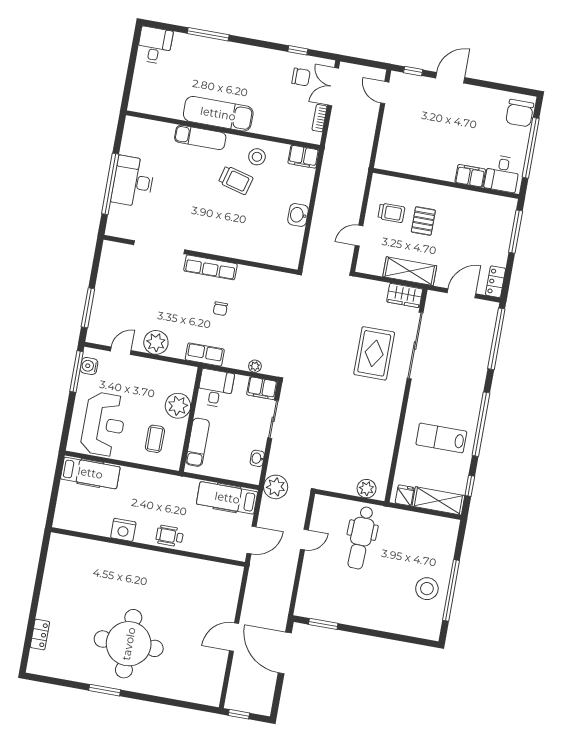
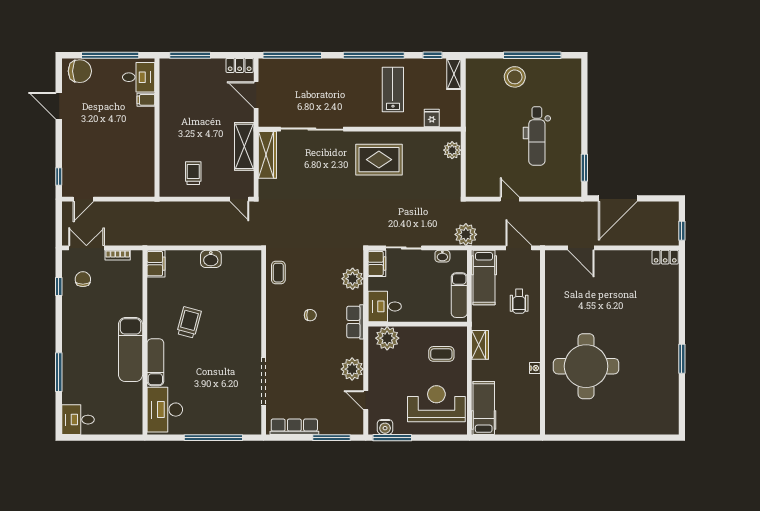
door: (450, 78) -> (59, 106), moved
double door: (333, 87) -> (86, 248), swing flipped
stool: (257, 157) -> (164, 307), removed
filing cabinet: (470, 176) -> (146, 100), width x0.50
desk: (133, 182) -> (165, 410), moved, turned 90
pallet: (423, 221) -> (196, 142), removed
door: (359, 236) -> (239, 199), moved
row of seats: (211, 267) -> (294, 427), moved, turned -90
coffee table: (271, 283) -> (278, 273), added
wardrobe: (405, 295) -> (267, 155), width x1.50
rug: (374, 353) -> (379, 160), moved
plant: (255, 366) -> (353, 279), width x1.88, depth x1.88
plant: (178, 406) -> (387, 338), moved
lab bench: (441, 438) -> (393, 90), turned 180
exam couch: (198, 442) -> (459, 295), moved, turned -90
wardrobe: (157, 481) -> (480, 345), added
fridge: (405, 495) -> (432, 118), moved, turned 90
shelving: (438, 501) -> (454, 74), width x0.67, depth x0.75
nightstand: (123, 530) -> (535, 368), width x0.53, depth x0.56
wheelchair: (170, 536) -> (519, 301), moved
dental chair: (361, 538) -> (537, 136), moved, turned 88
stool: (427, 589) -> (515, 77), moved
locker: (40, 635) -> (665, 257), moved, turned 180
door: (234, 637) -> (581, 248), moved
round table: (129, 644) -> (586, 366), moved

